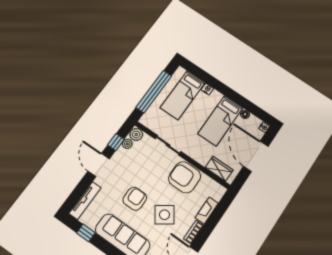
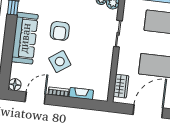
armchair: (185, 177) -> (99, 62), removed
armchair: (135, 199) -> (60, 31), turned 90

